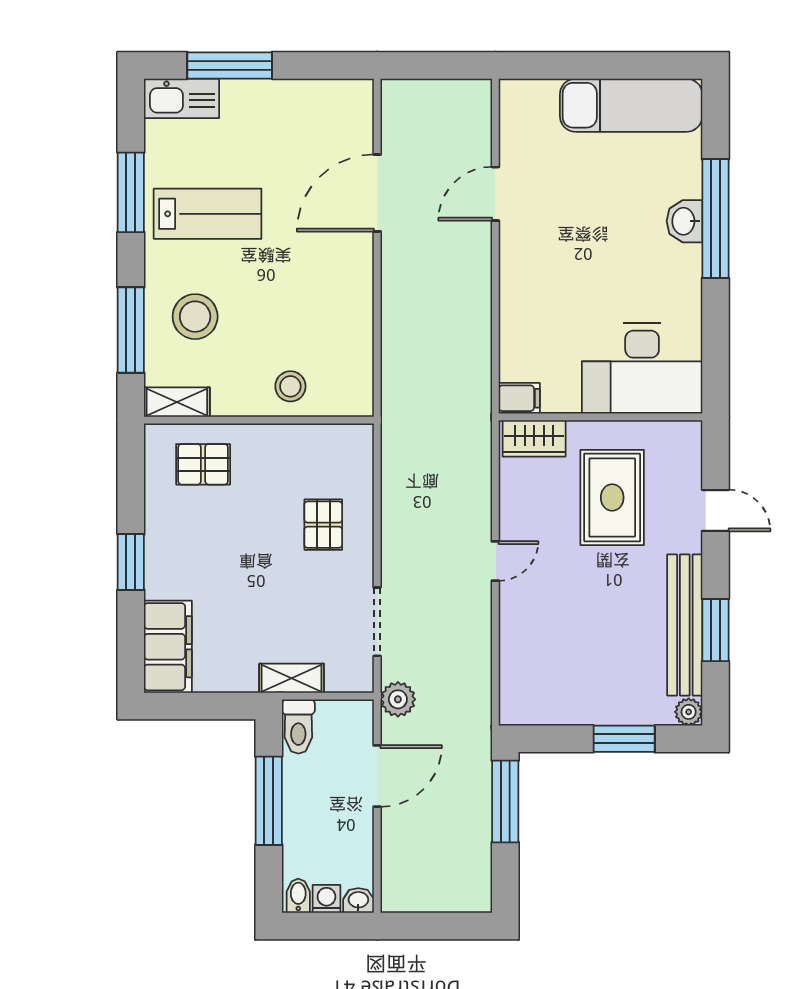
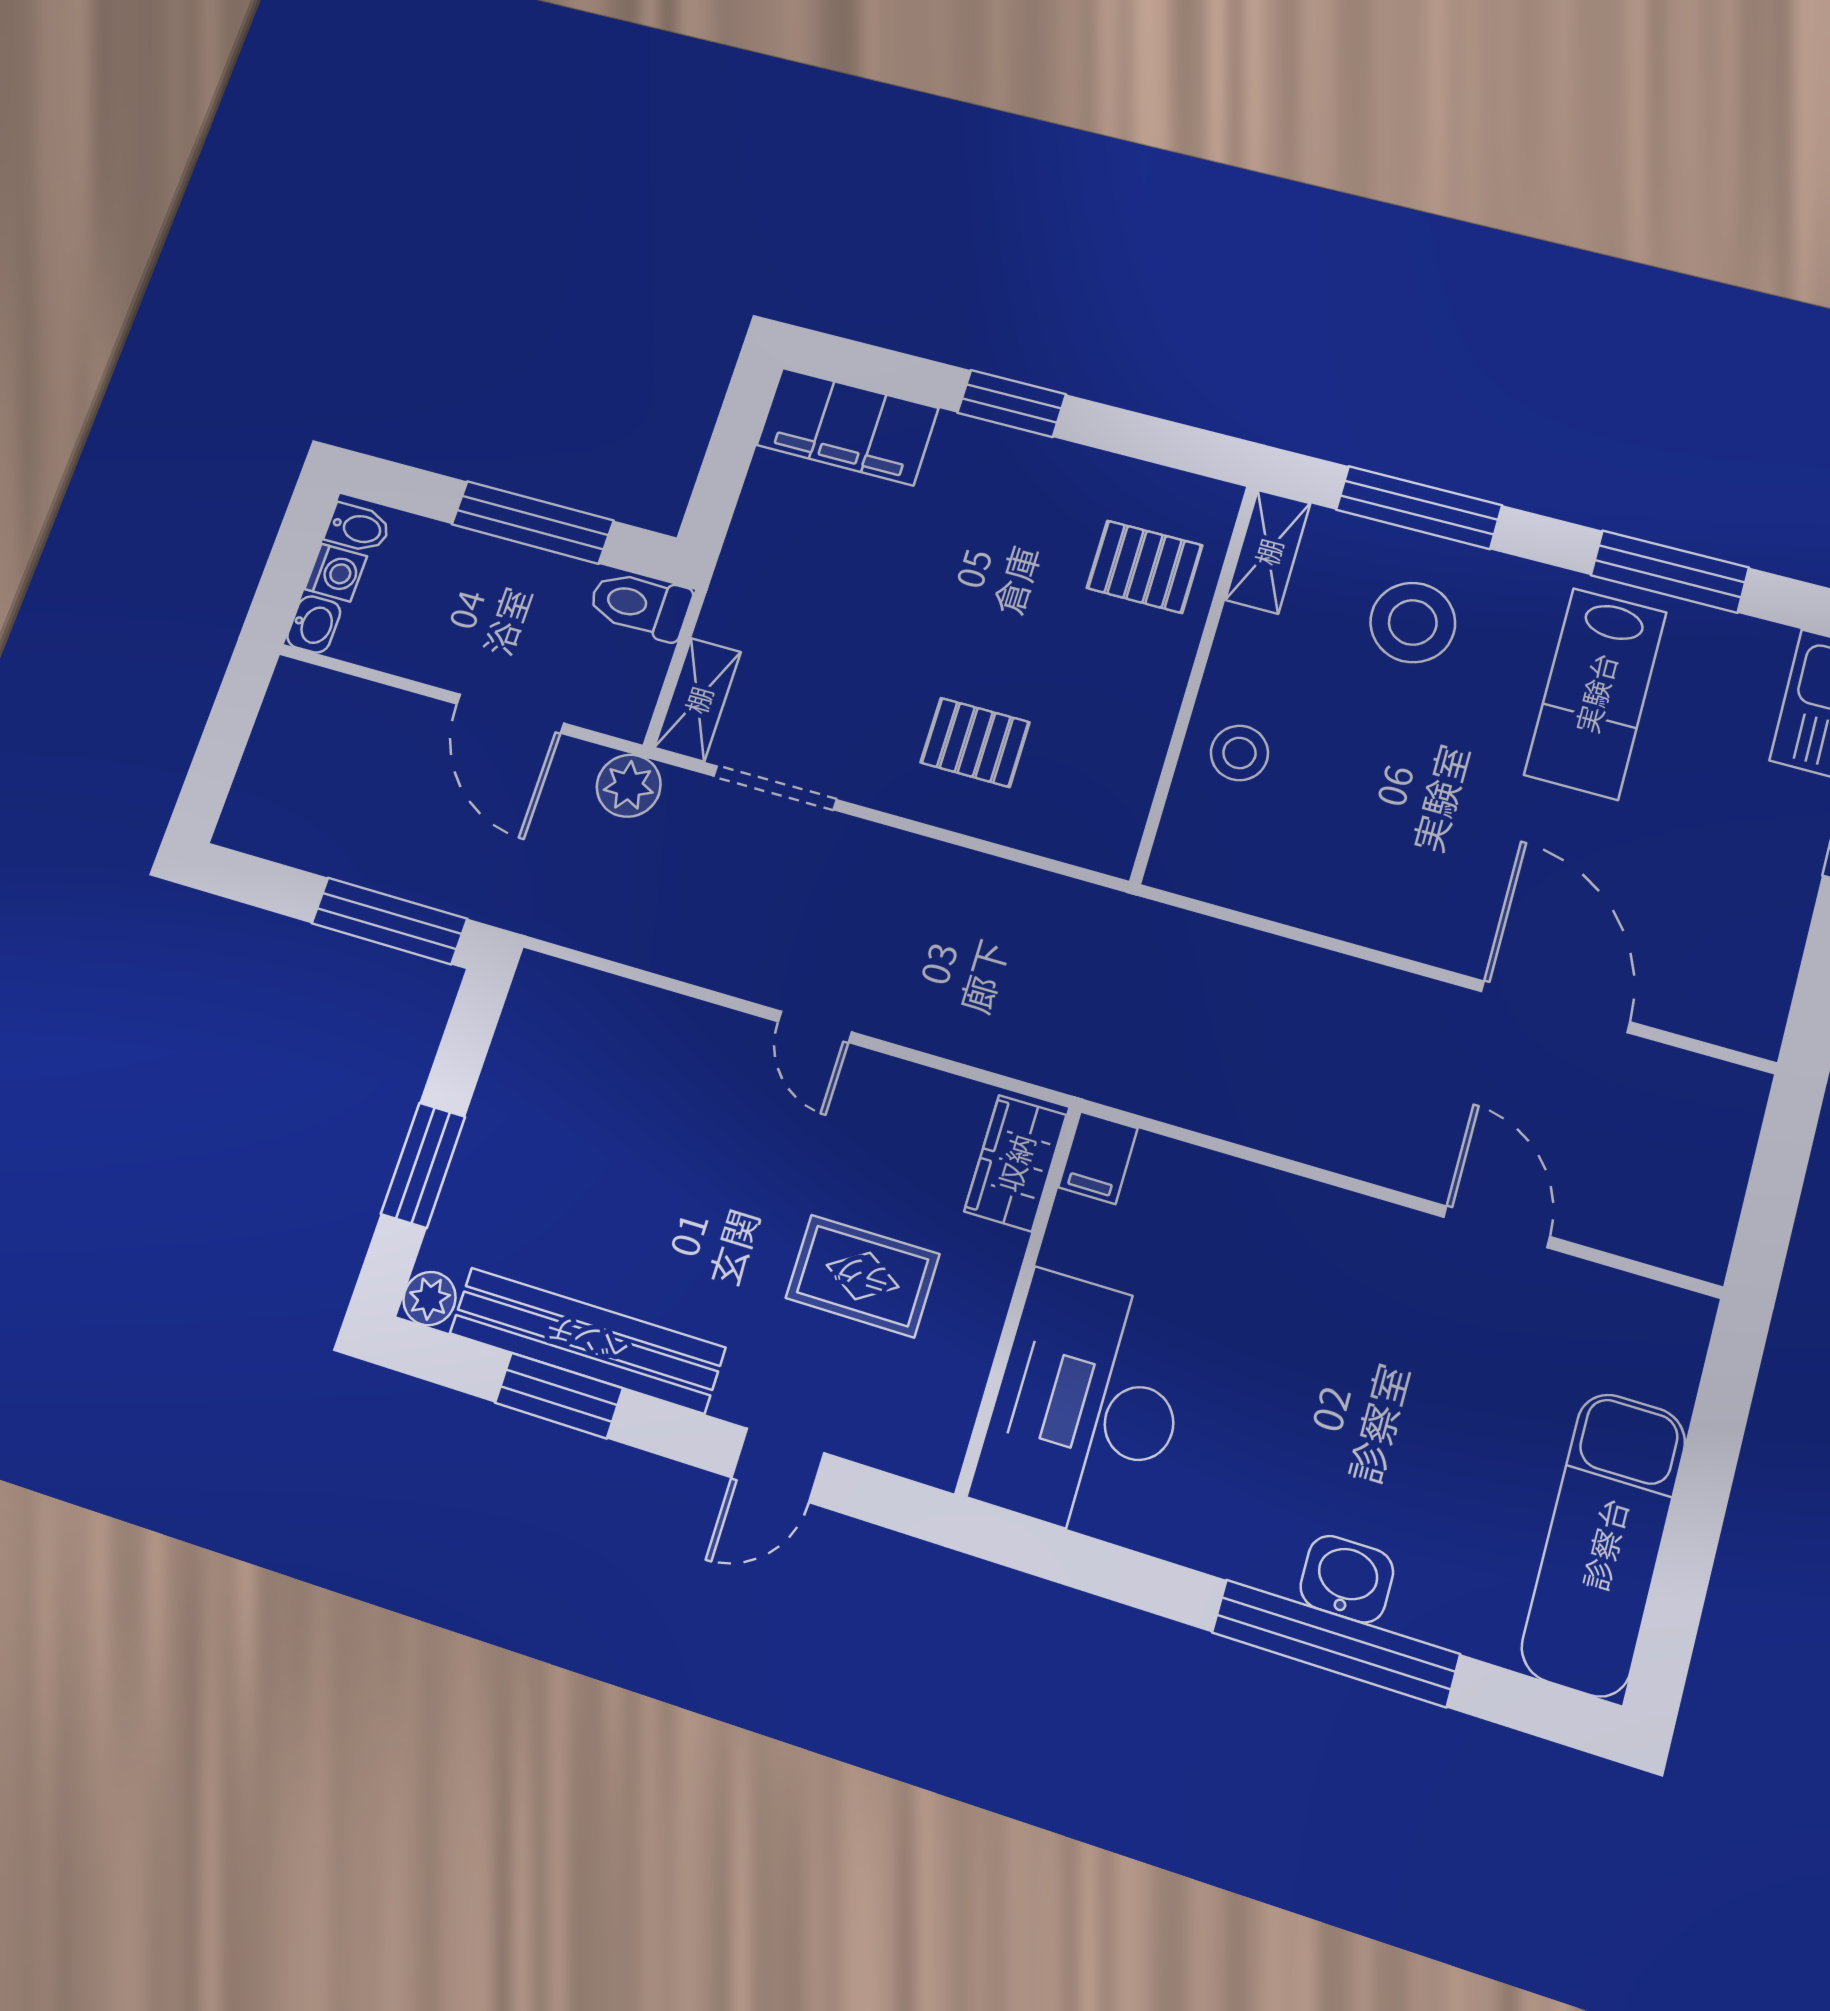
pallet: (203, 464) -> (1145, 567), turned 90
rug: (612, 497) -> (863, 1276), width x0.73, depth x0.70
shelving: (292, 678) -> (698, 700), moved

